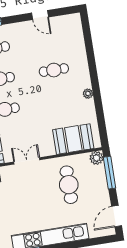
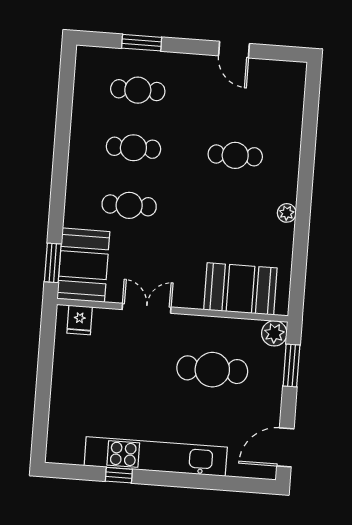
window: (110, 173) -> (291, 366), width x0.69
cafe table: (69, 185) -> (212, 370), turned 90

